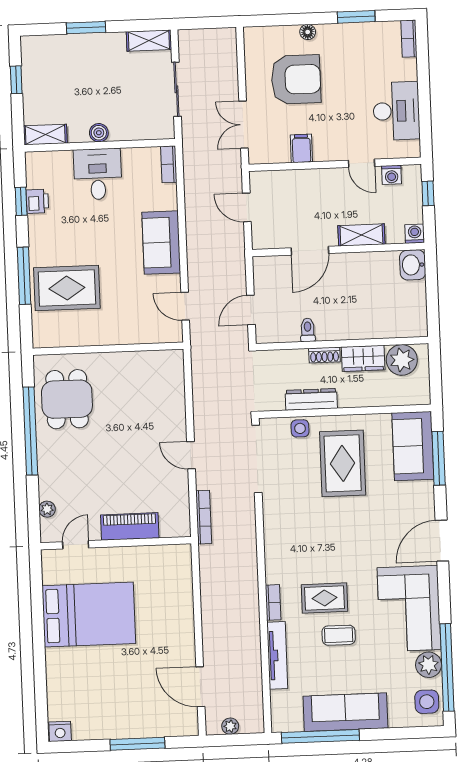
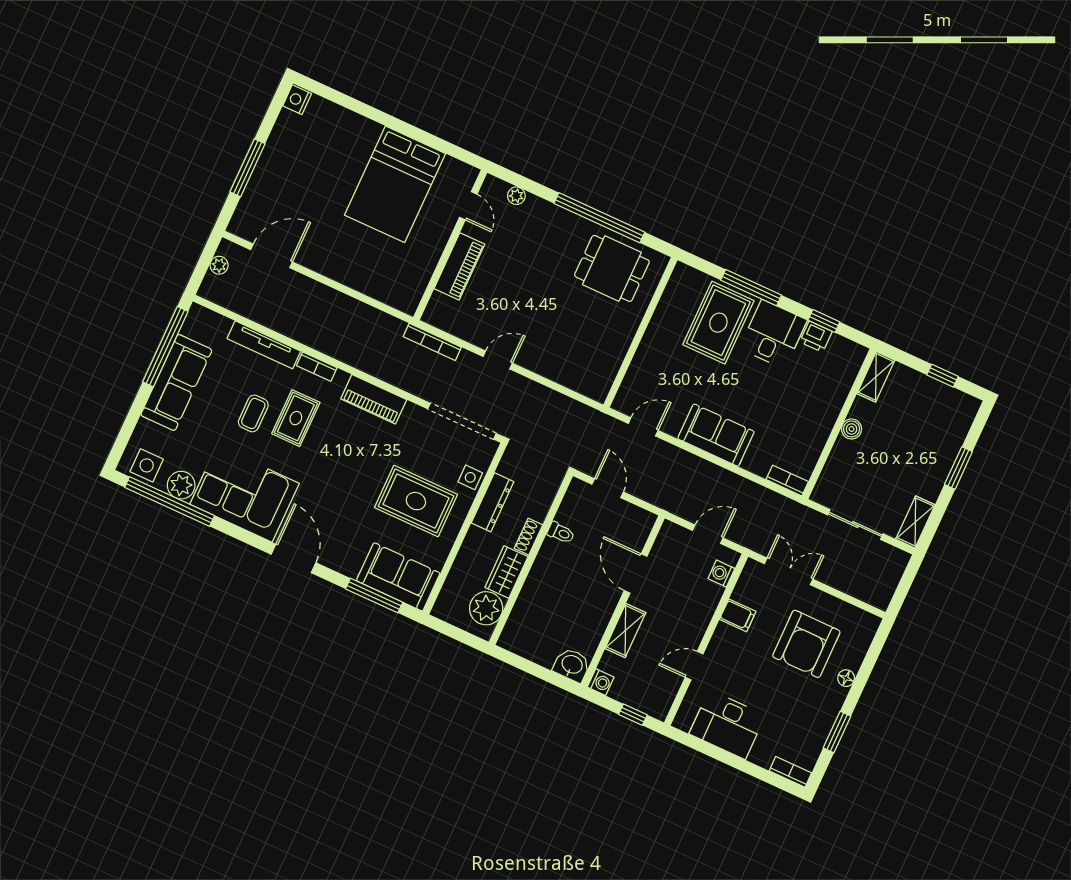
desk: (98, 174) -> (773, 334), moved, turned -90
washing machine: (392, 175) -> (721, 574), moved
piano: (276, 541) -> (374, 399), added

